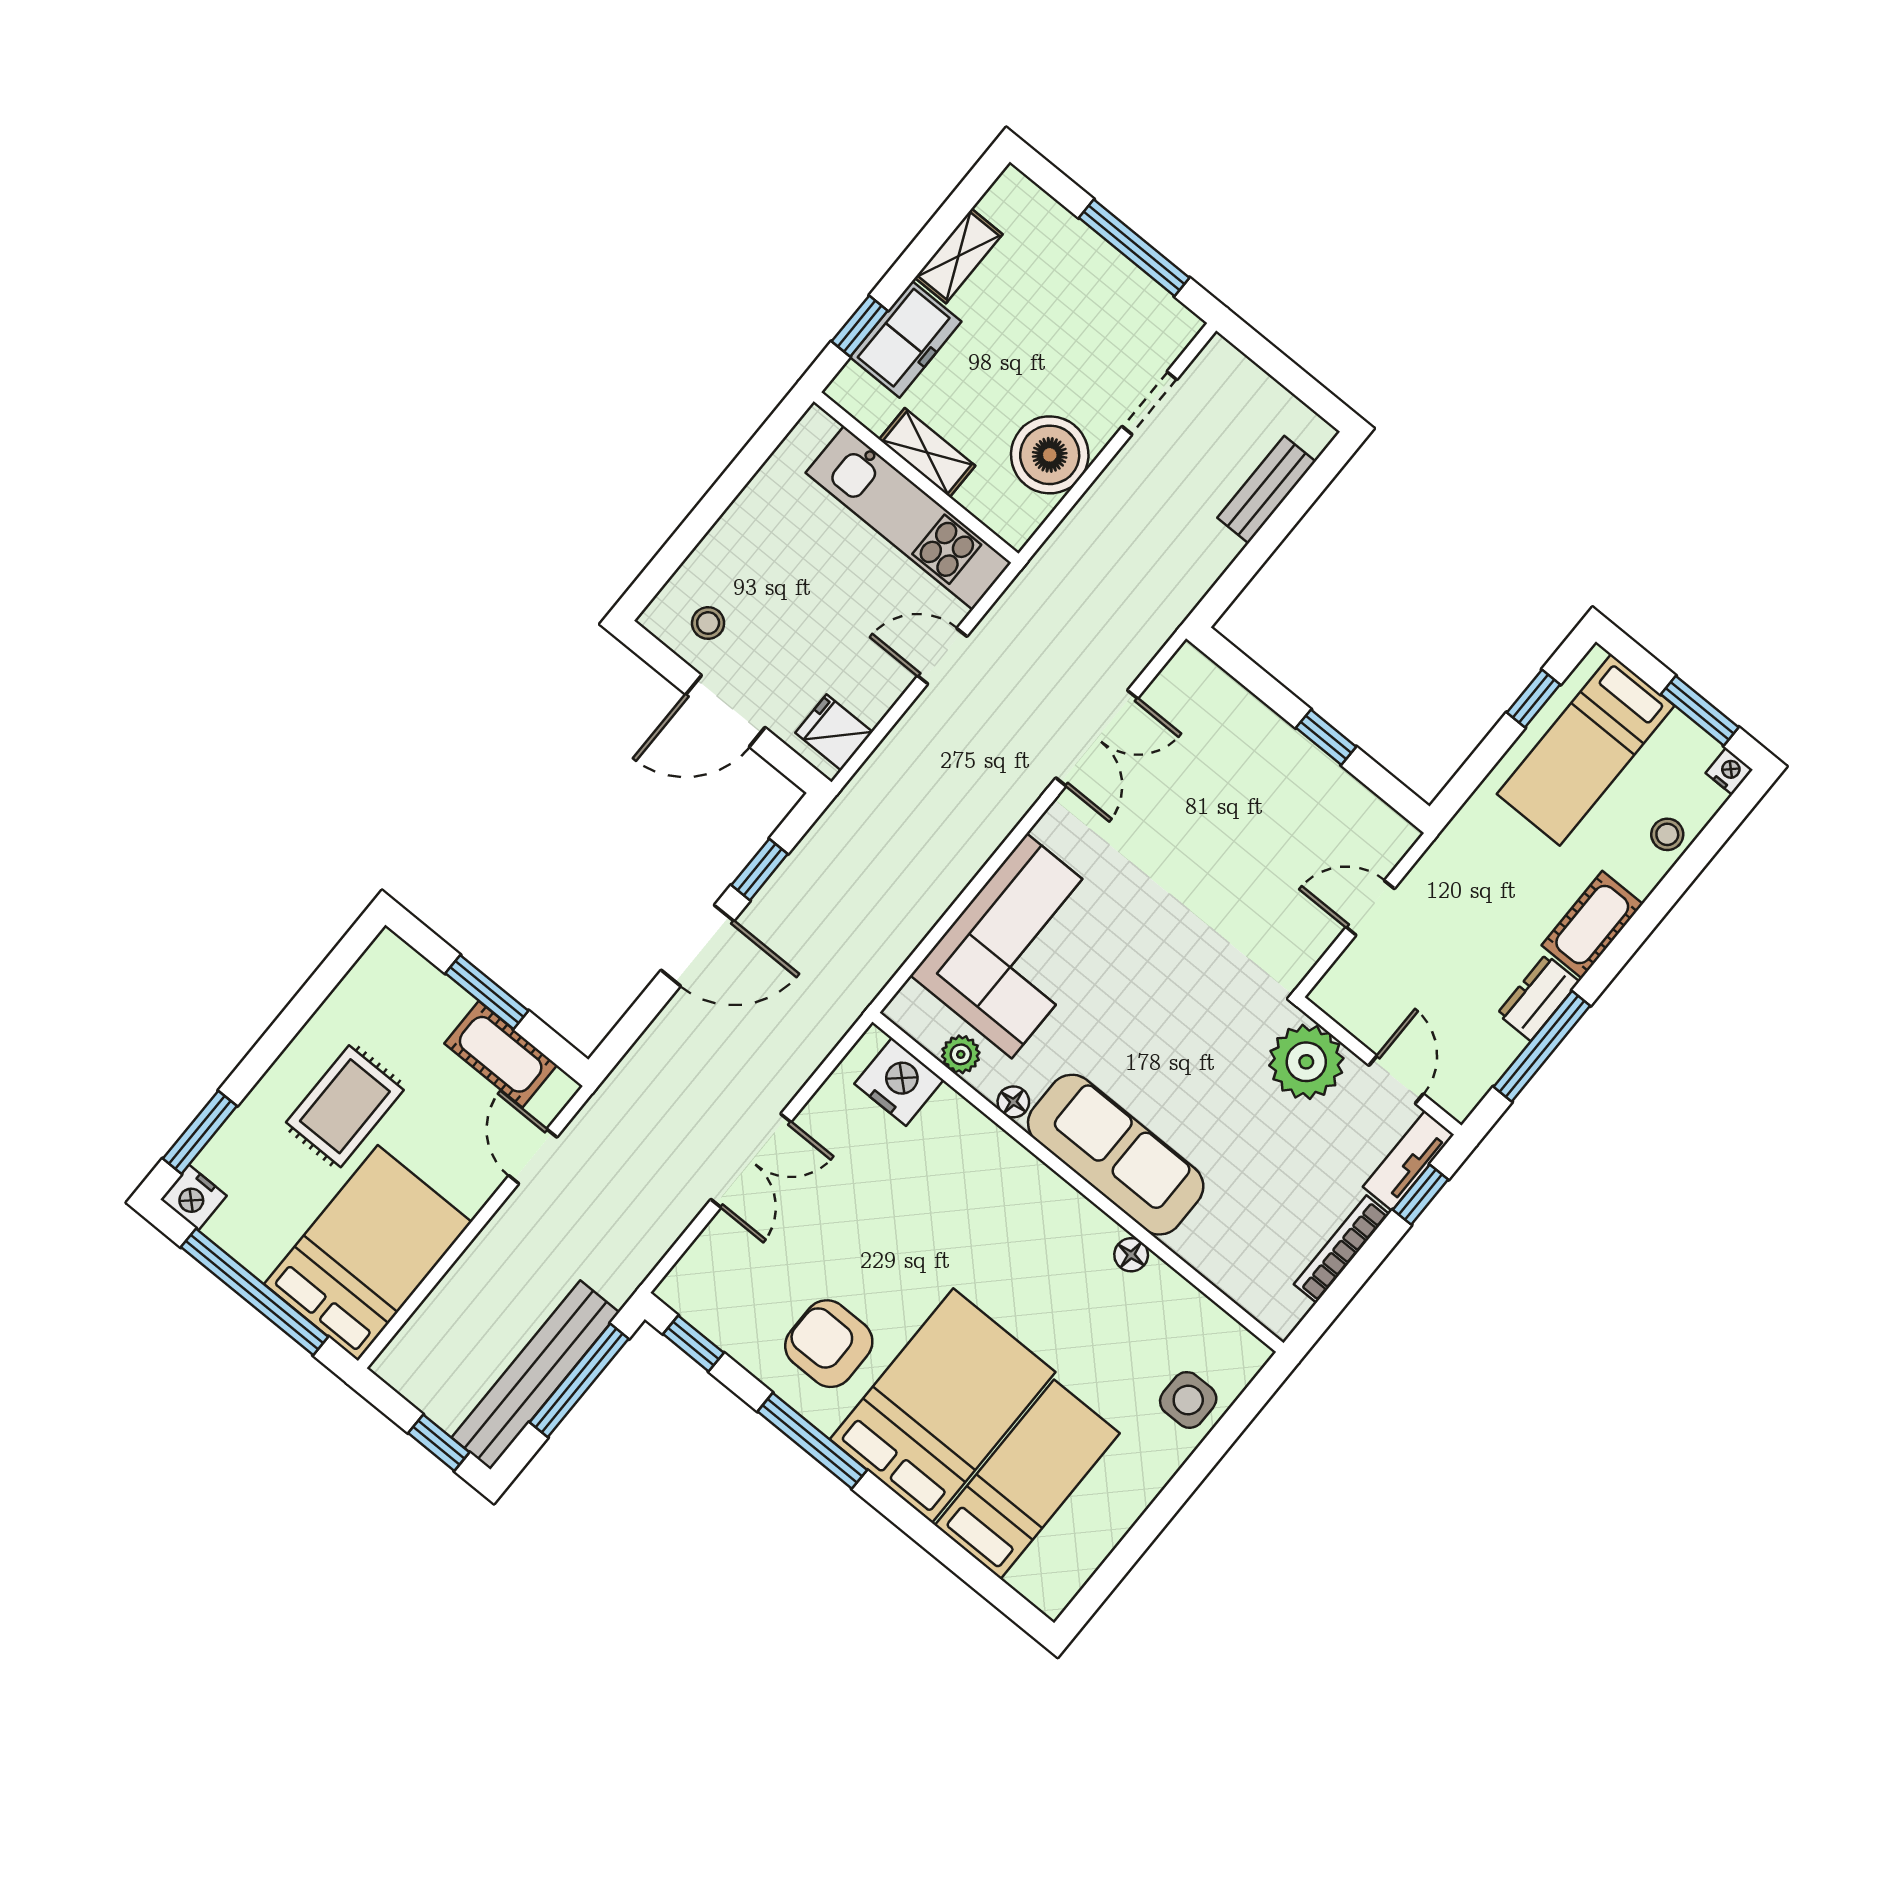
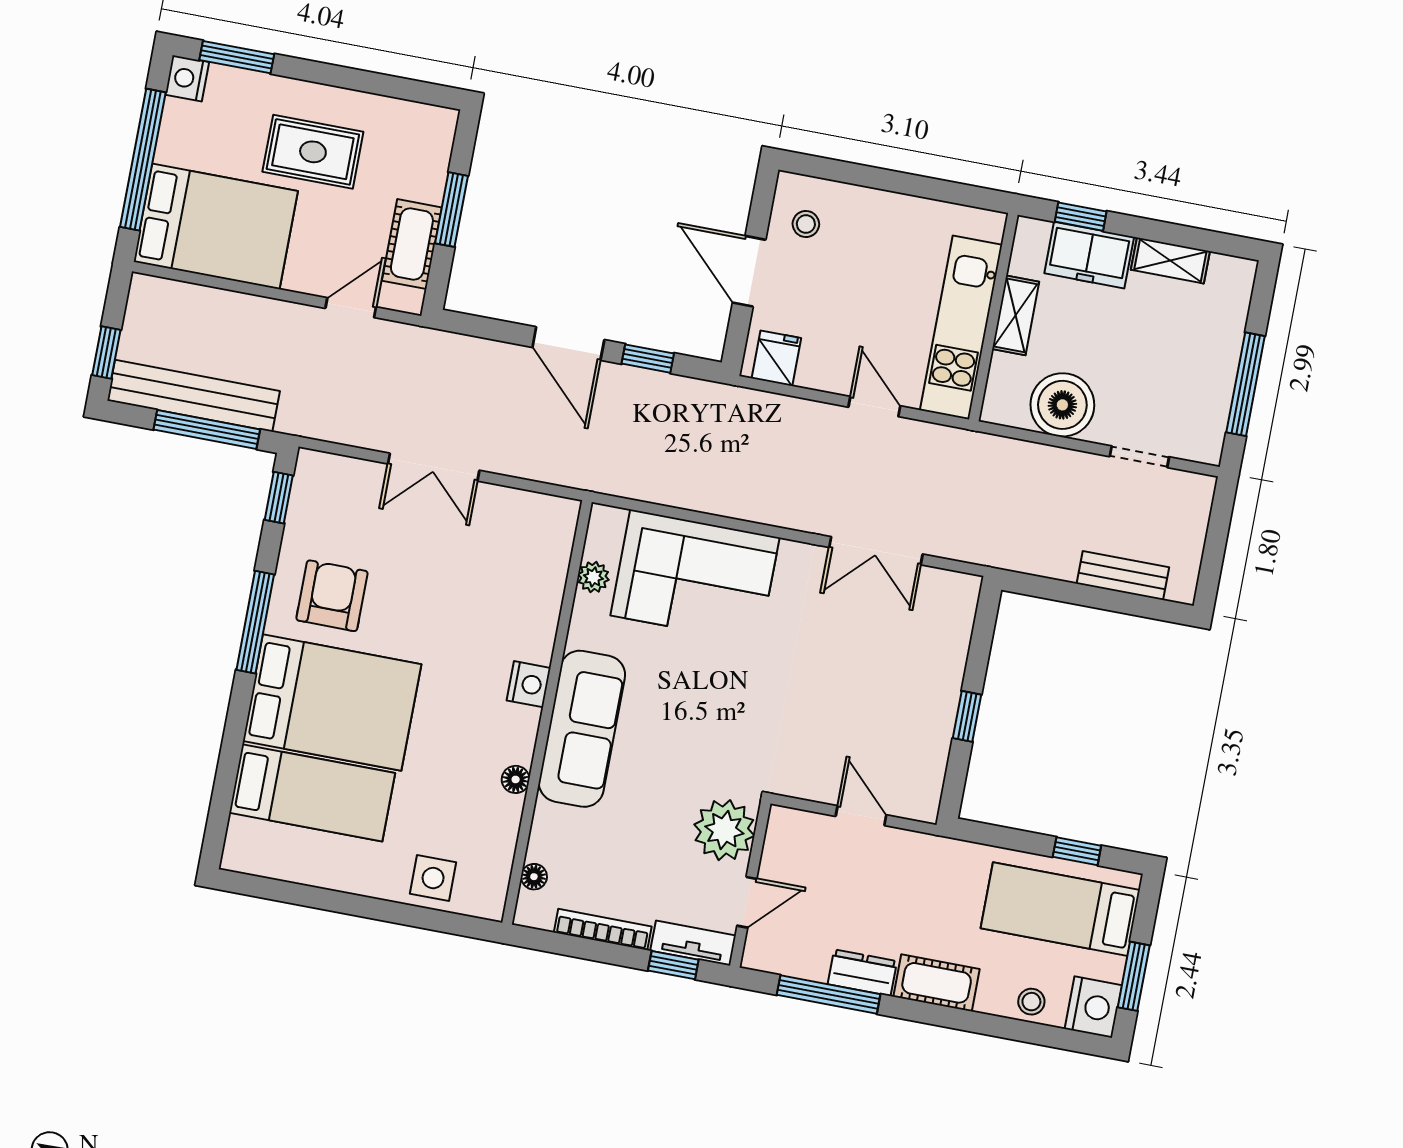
nightstand: (1729, 771) -> (1093, 1007), width x1.89, depth x1.79
nightstand: (899, 1082) -> (529, 684), moved, width x0.74, depth x0.75
floor lamp: (1013, 1102) -> (534, 877), moved

